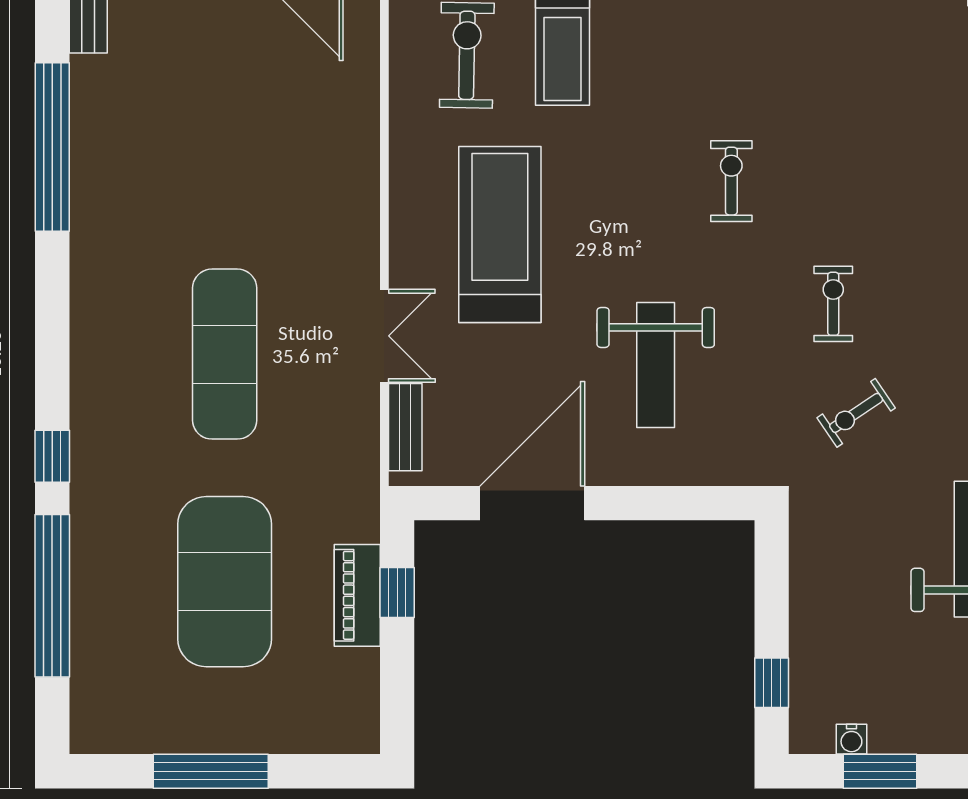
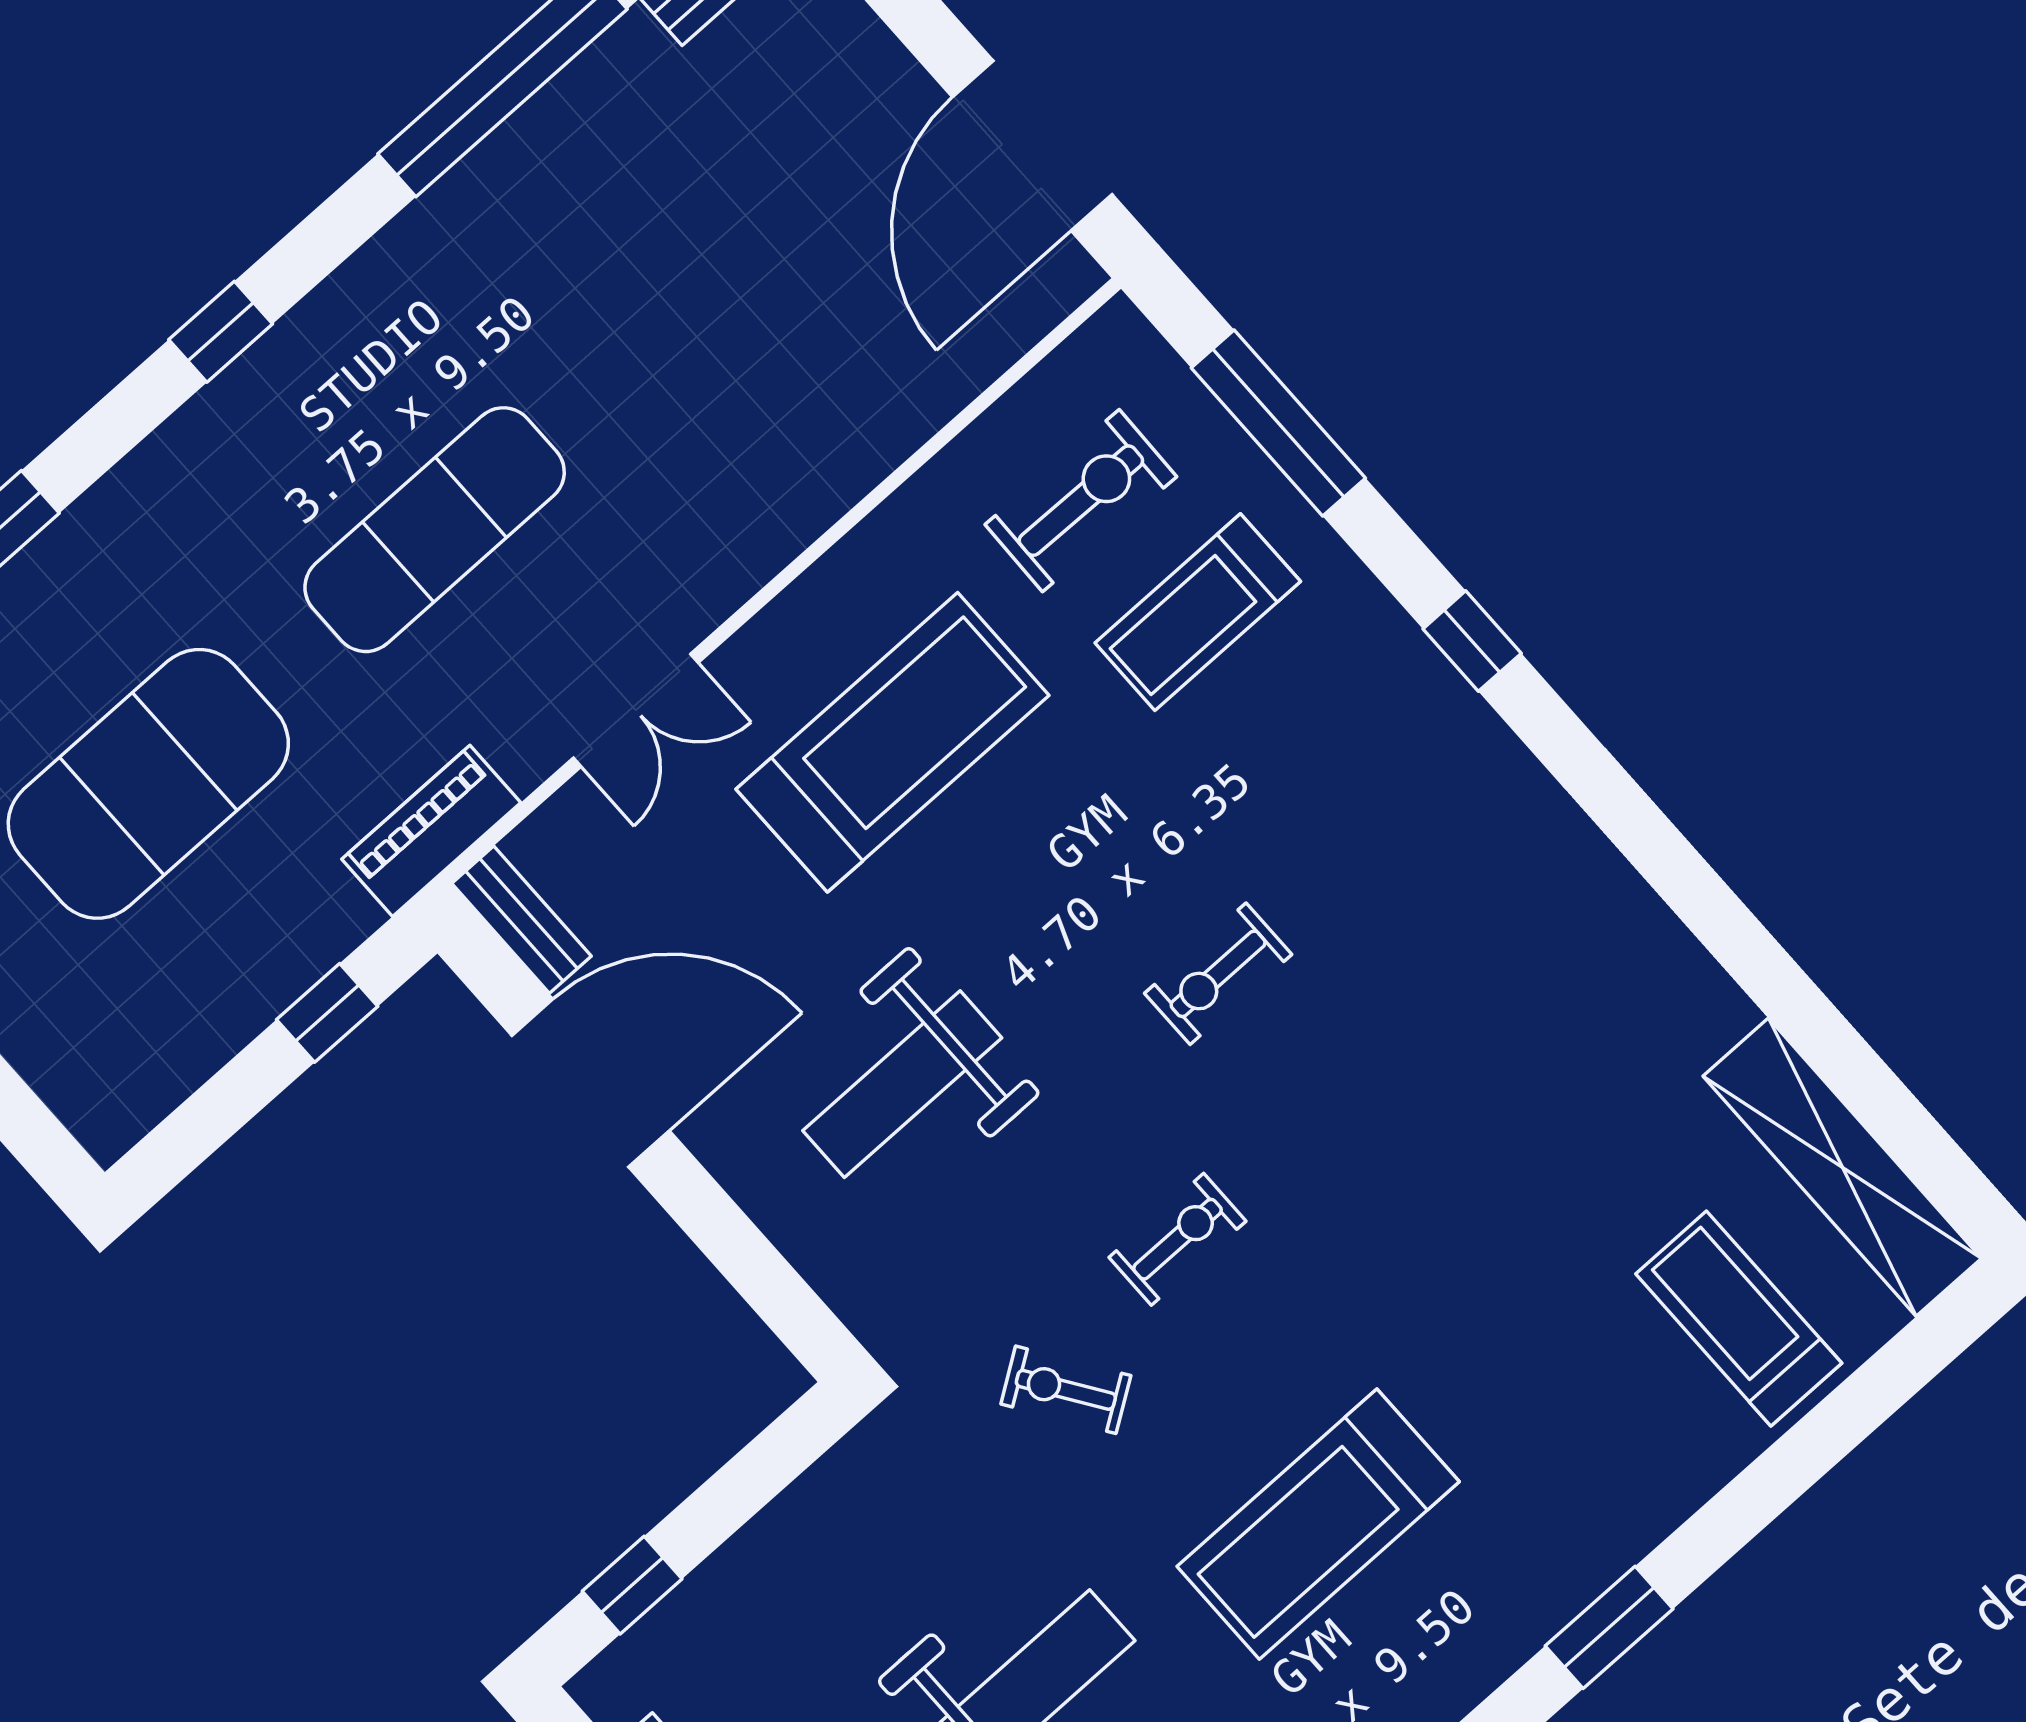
exercise bike: (731, 181) -> (1218, 974), turned 180
bench: (405, 427) -> (521, 920), moved, turned 90
window: (52, 456) -> (221, 332), moved
piano: (357, 595) -> (431, 831), moved

